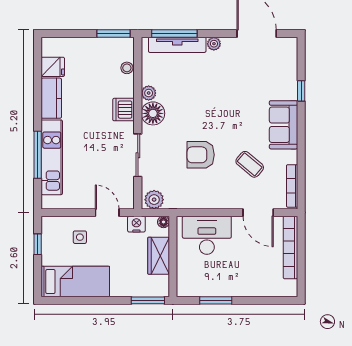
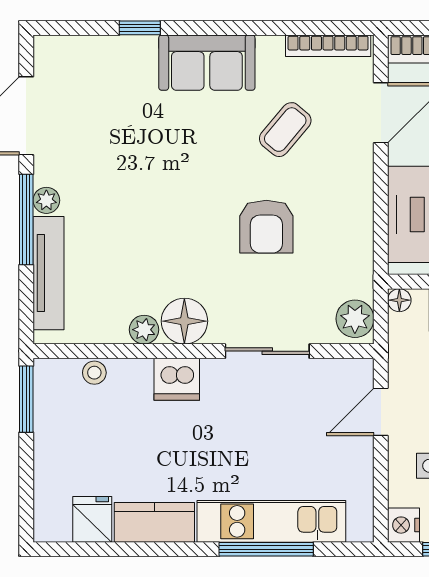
window: (174, 34) -> (26, 219), moved
nightstand: (136, 224) -> (404, 525), moved

